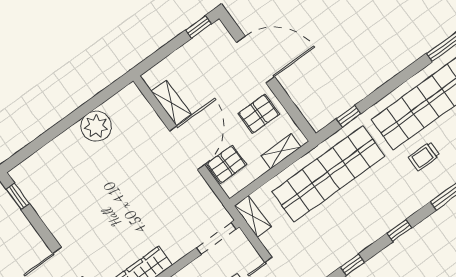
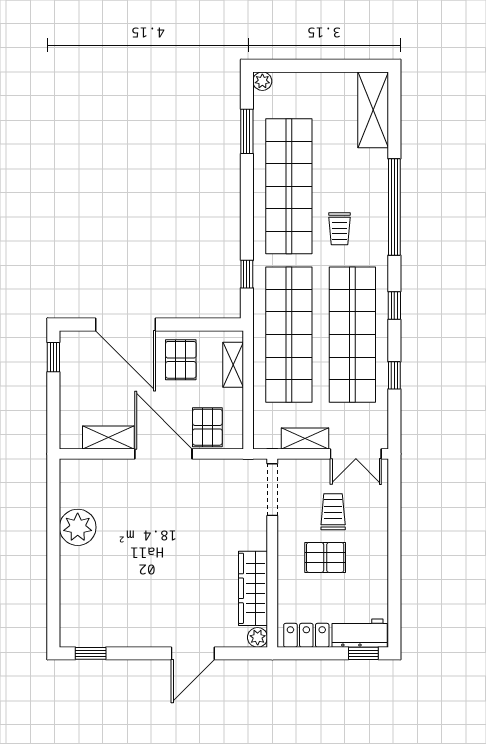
door: (255, 59) -> (125, 324), swing flipped
shelving: (253, 216) -> (305, 438), moved
shop shelf: (359, 217) -> (352, 335), added

